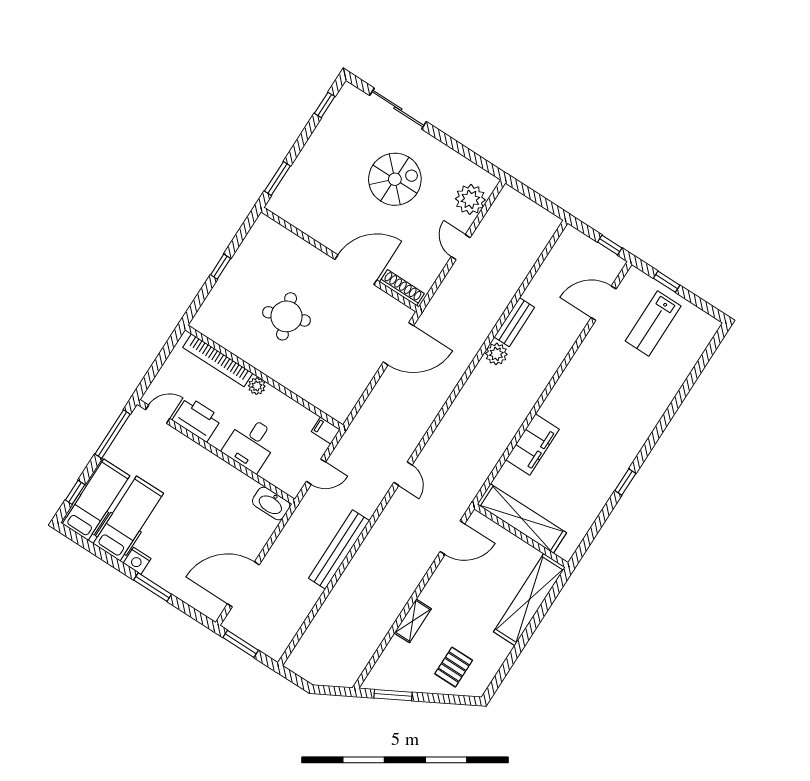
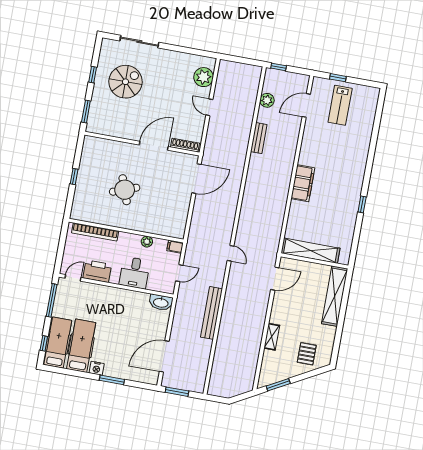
window: (325, 105) -> (93, 75), moved
spiral stairs: (395, 179) -> (126, 82), moved
window: (610, 245) -> (279, 67), moved
plant: (496, 354) -> (267, 100), moved
plant: (257, 386) -> (147, 242), moved
filing cabinet: (532, 444) -> (303, 183), moved

